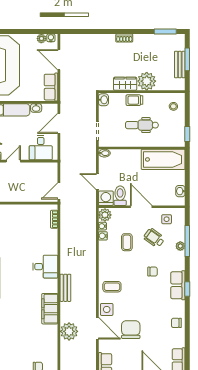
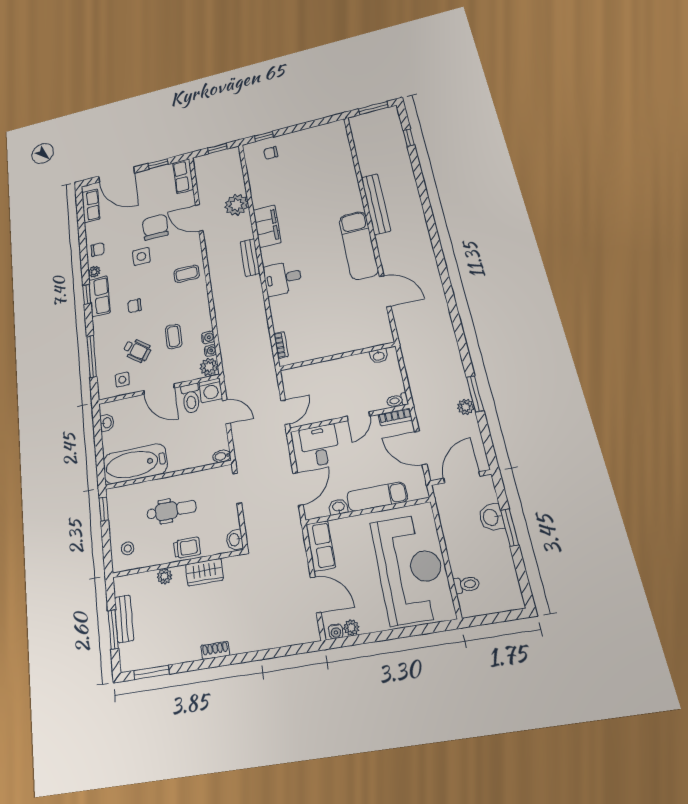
plant: (147, 81) -> (164, 576), width x0.53, depth x0.53
door: (59, 191) -> (285, 412), moved
plant: (180, 246) -> (94, 272), moved
side table: (107, 309) -> (141, 256), moved
chair: (131, 330) -> (155, 227), turned 180

